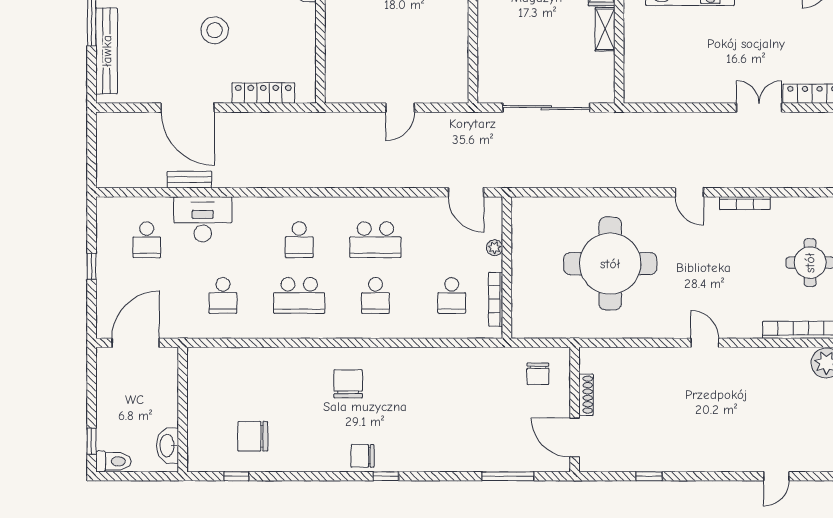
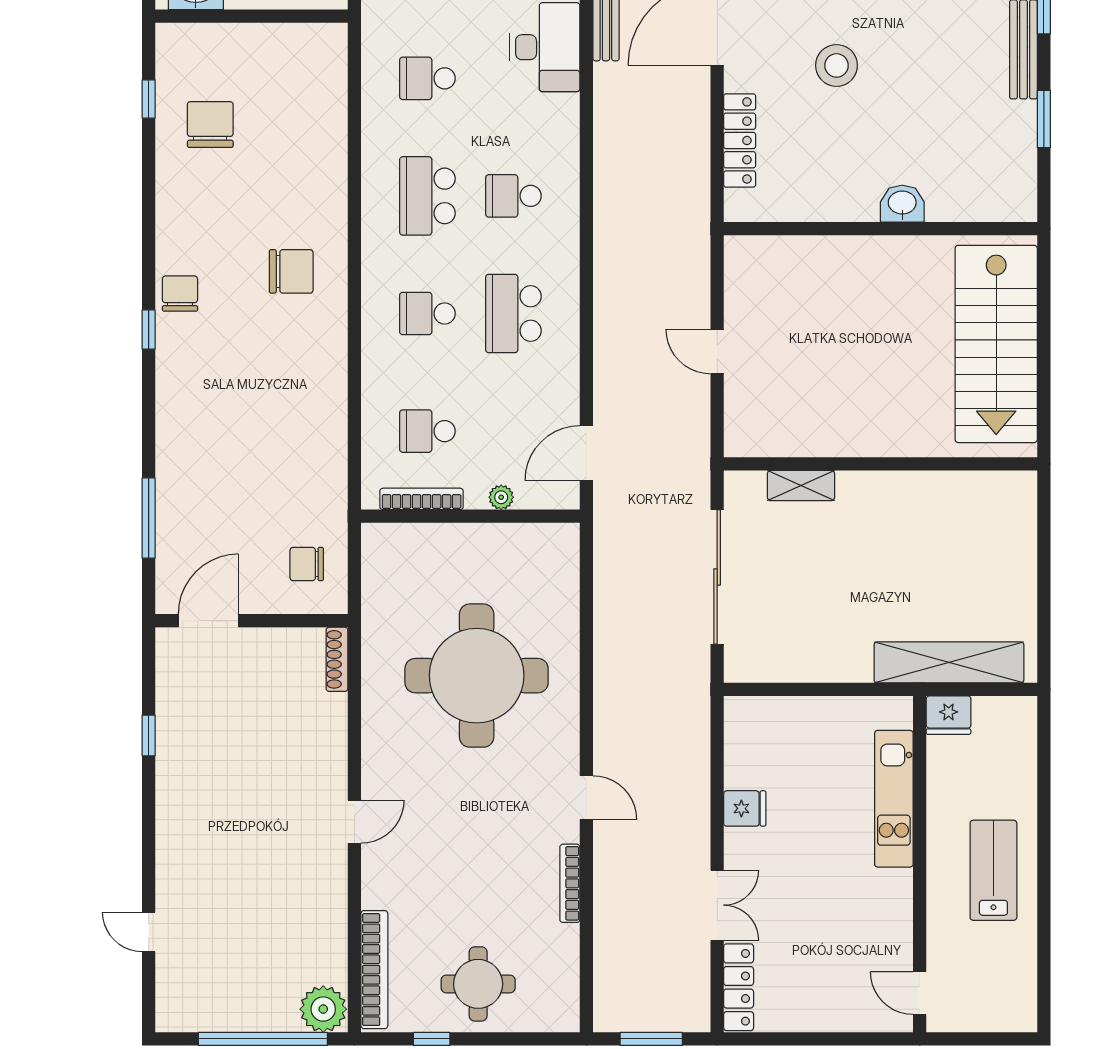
shelving: (605, 29) -> (801, 485), moved
fridge: (696, 90) -> (745, 808), added
door: (689, 192) -> (586, 798), swing flipped
shoe rack: (586, 395) -> (337, 659), moved, turned 90

